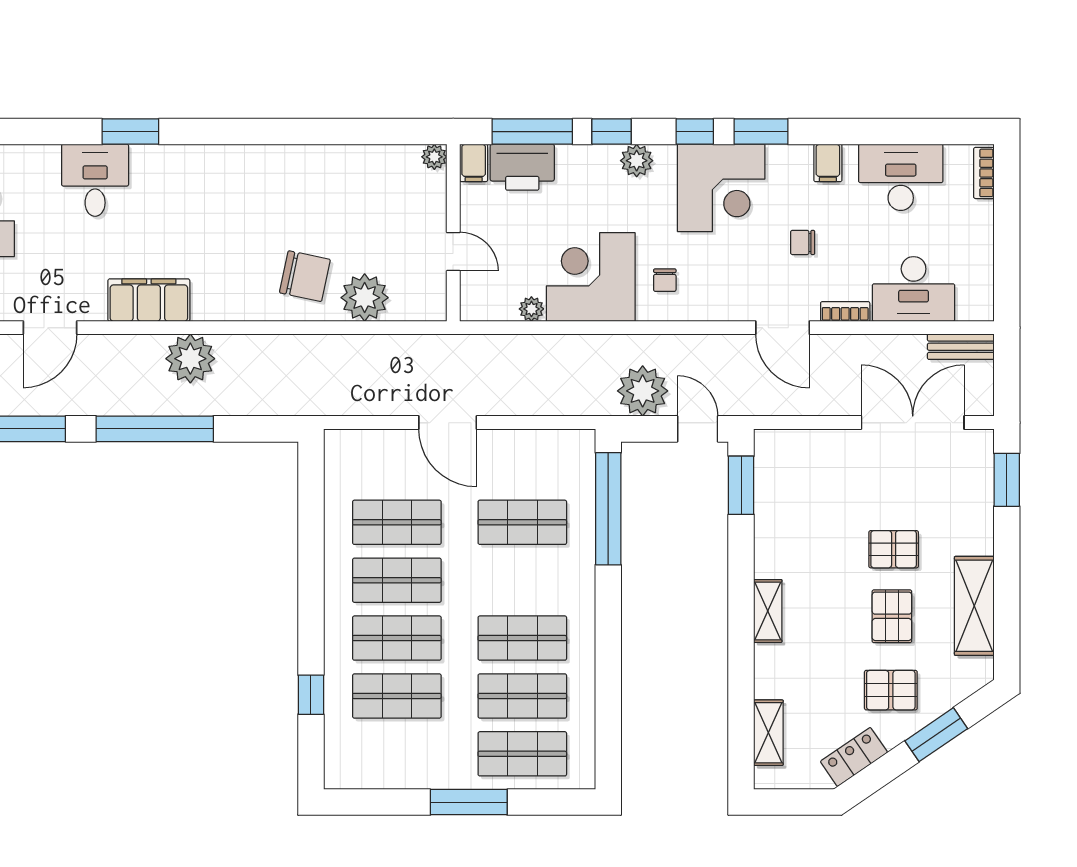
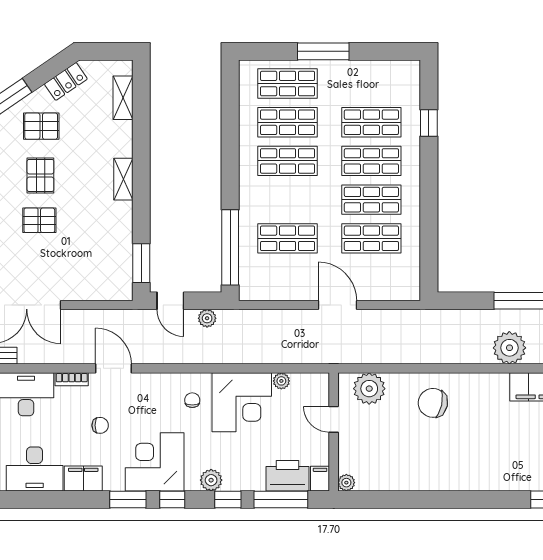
filing cabinet: (828, 163) -> (83, 479), width x2.00
plant: (365, 298) -> (369, 389), moved
plant: (643, 391) -> (207, 318), width x0.53, depth x0.53

